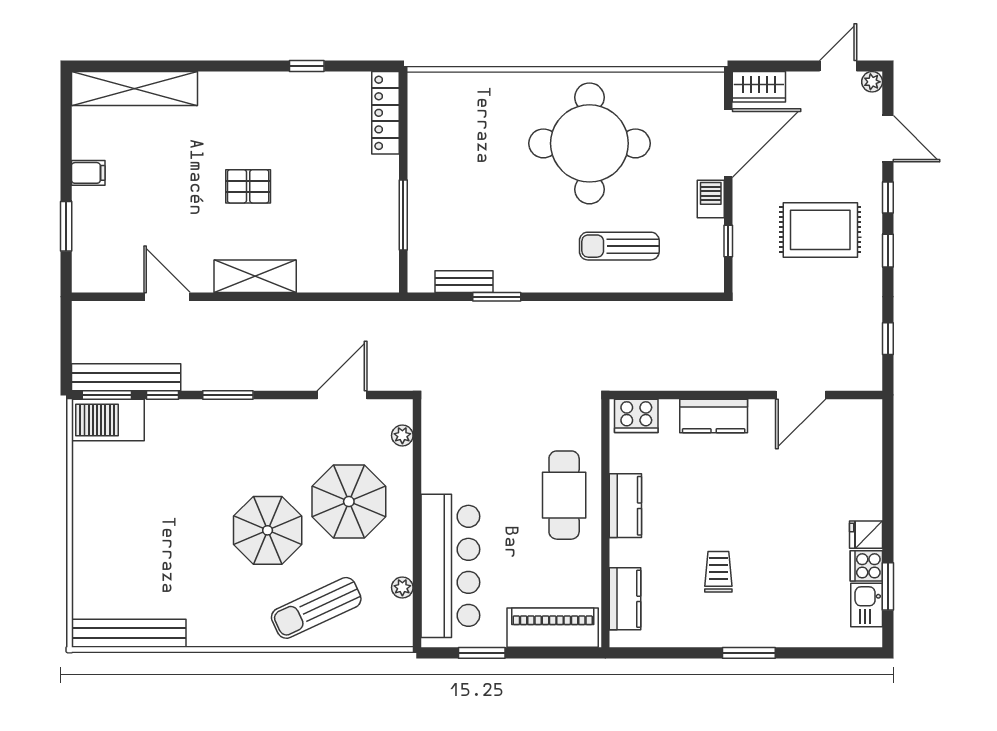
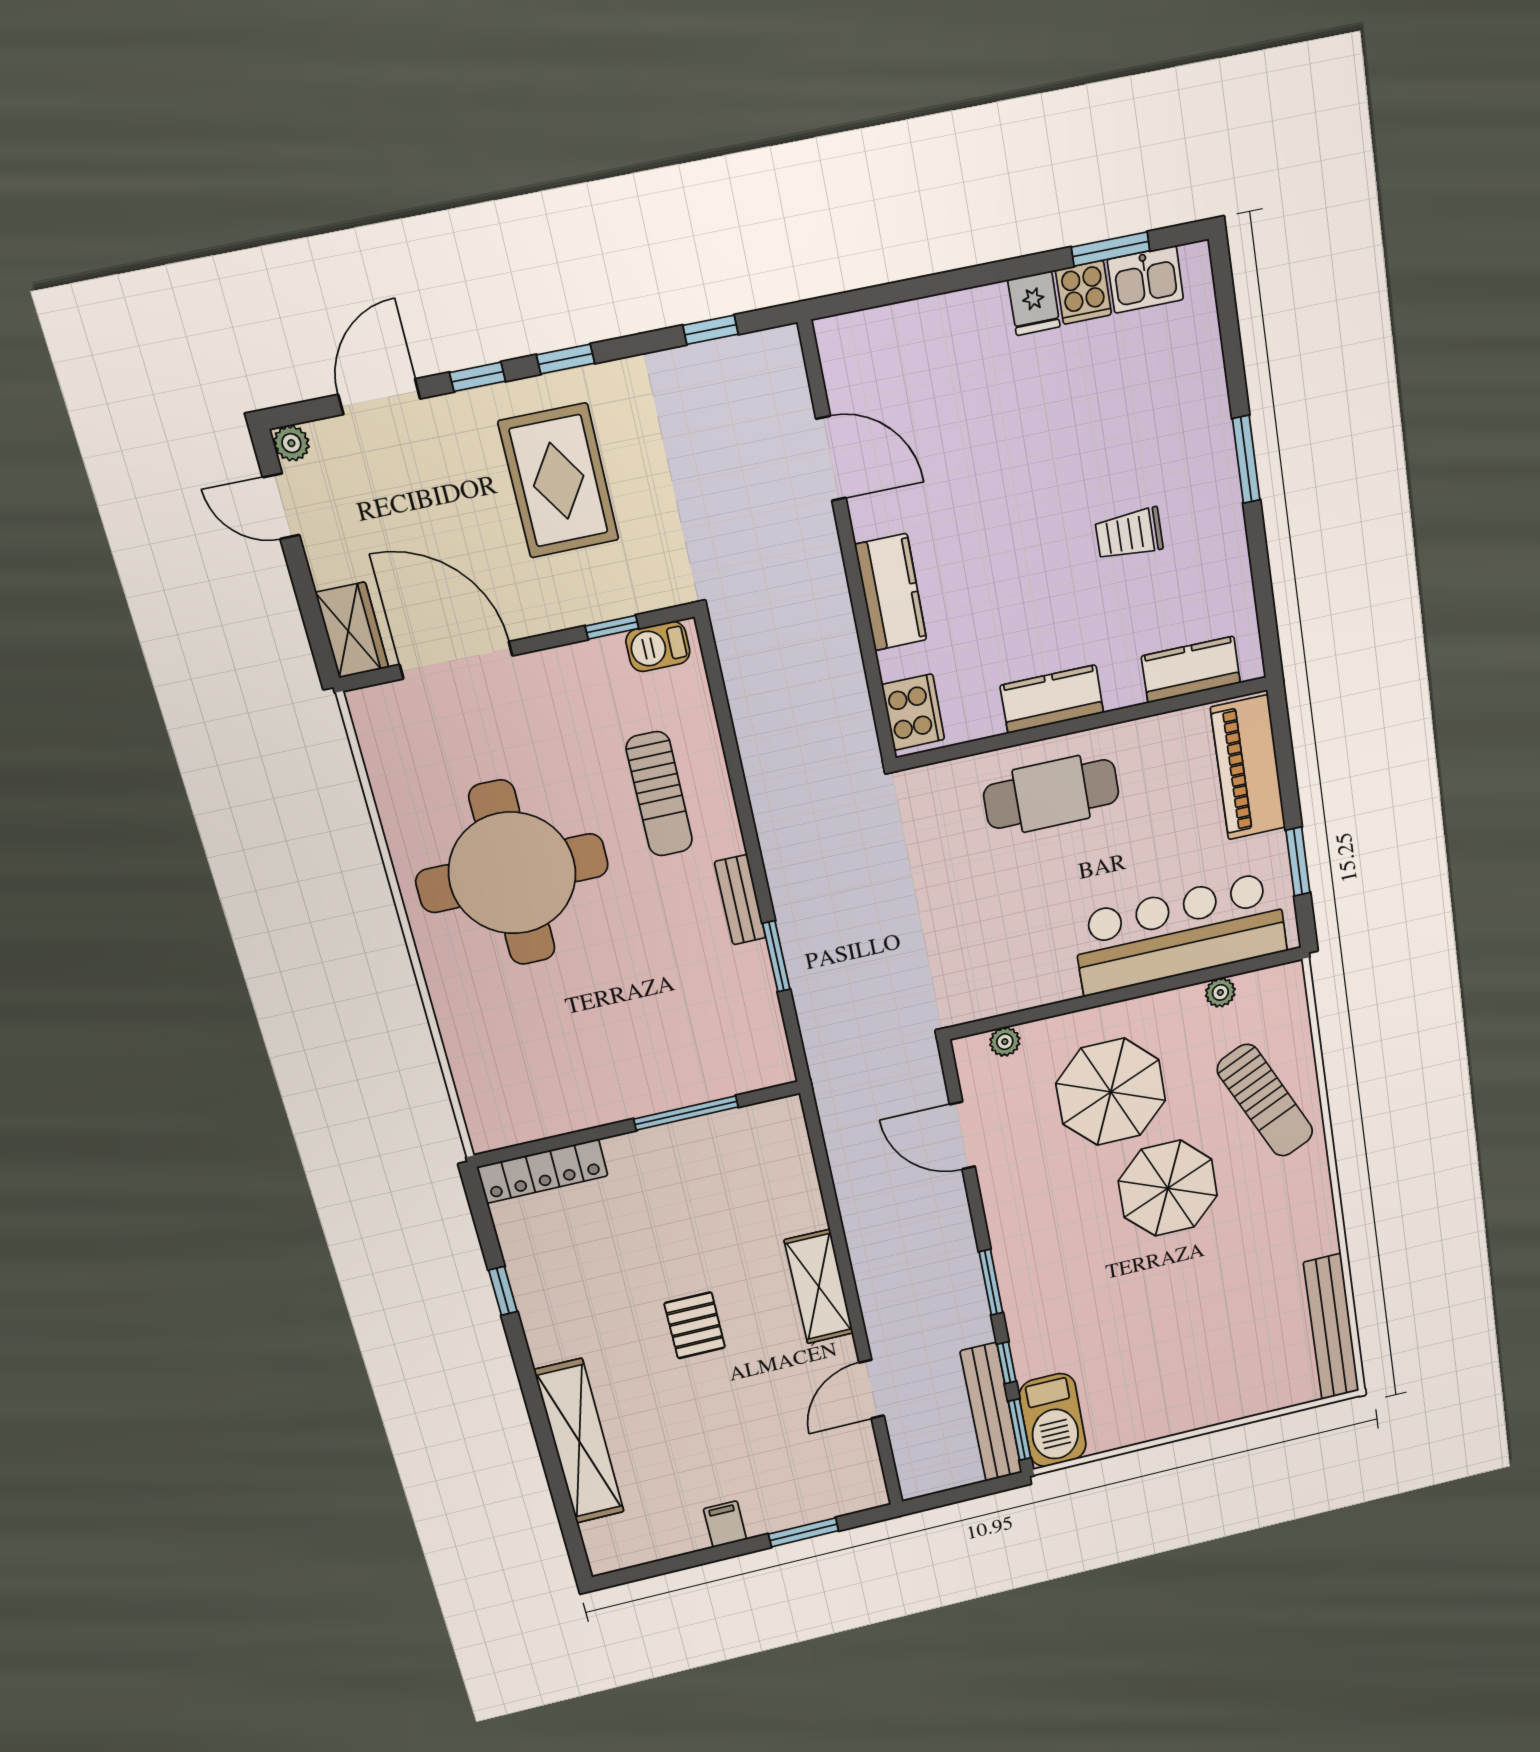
shelving: (135, 89) -> (579, 1442), moved
barbecue: (711, 199) -> (658, 646), moved
bench: (464, 282) -> (740, 900), moved

